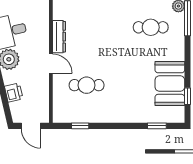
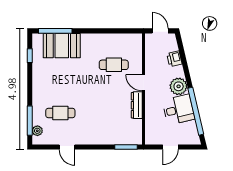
booth: (170, 84) -> (62, 46), moved, turned 90
window: (80, 126) -> (119, 31), removed
window: (157, 126) -> (55, 31), width x2.17

